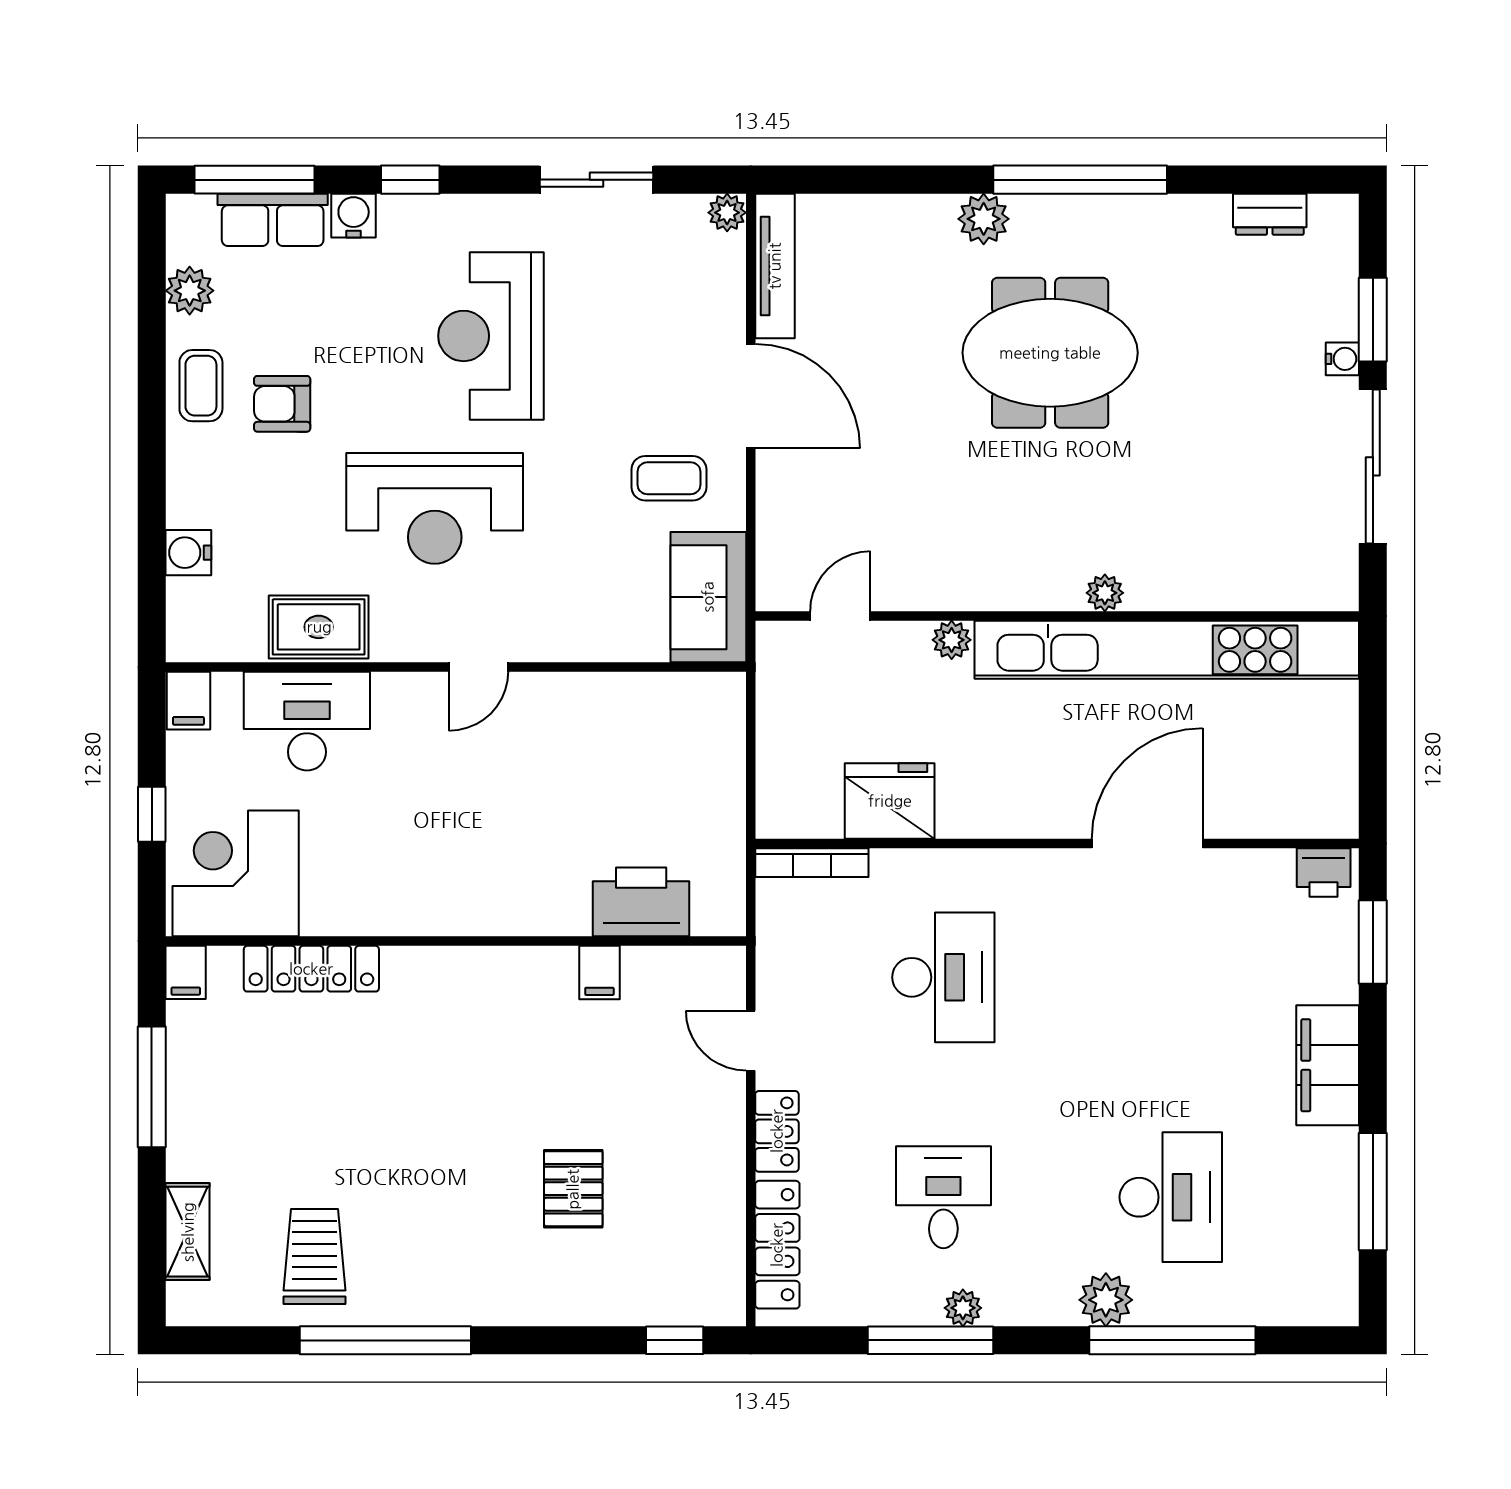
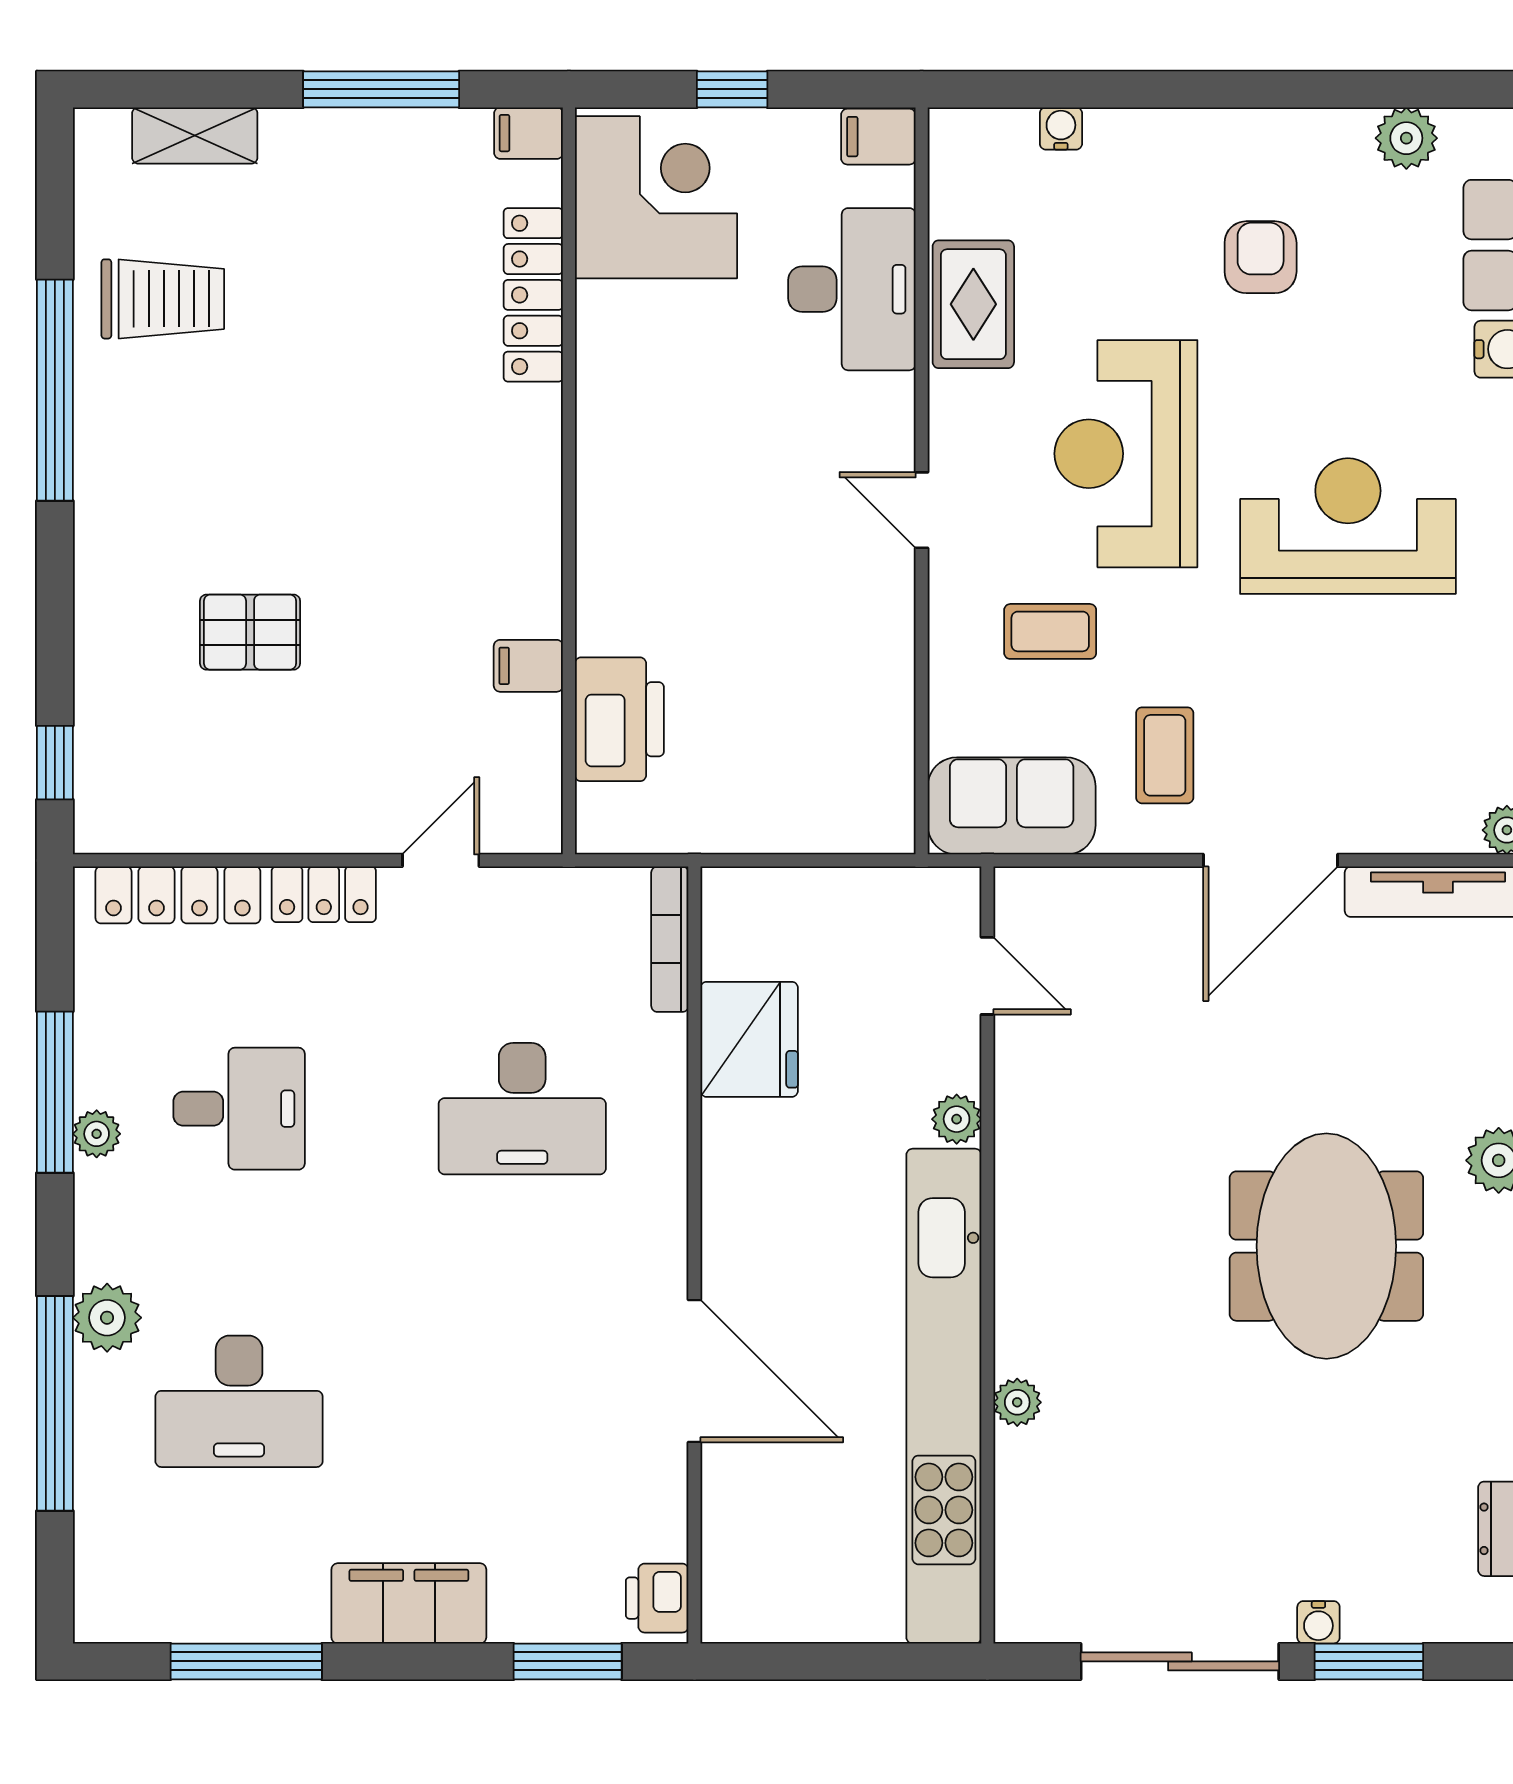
coffee table: (201, 386) -> (1050, 631), moved
water cooler: (188, 553) -> (1061, 128), width x0.72, depth x0.72
plant: (1105, 593) -> (1017, 1402), moved

